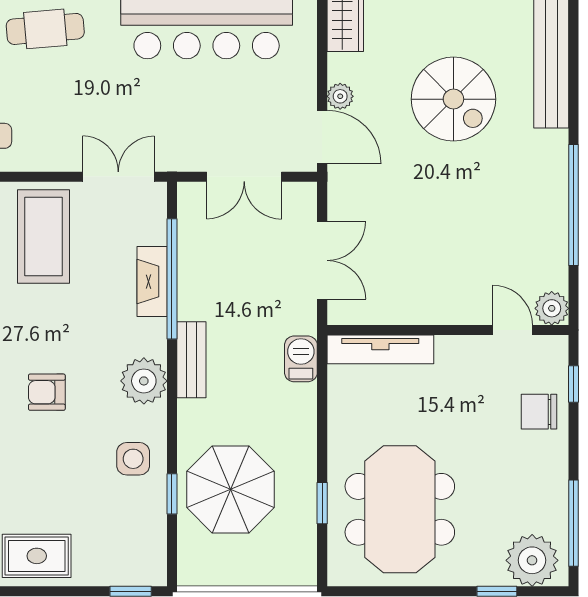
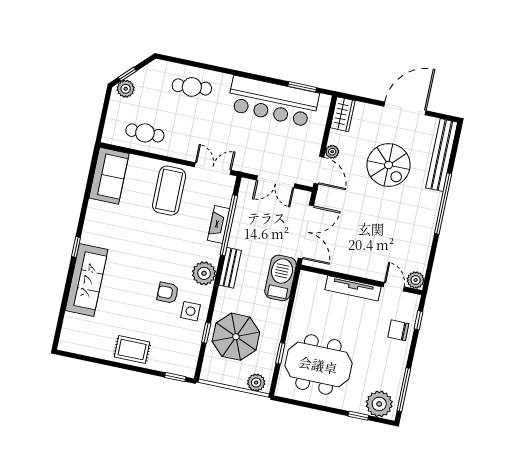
window: (574, 205) -> (443, 204), moved
double door: (322, 260) -> (306, 232), width x1.37
tv unit: (380, 349) -> (353, 288), moved
barbecue: (301, 359) -> (281, 278), width x1.88, depth x1.53
armchair: (47, 392) -> (168, 293), moved
meeting table: (400, 509) -> (318, 365), turned 90
plant: (288, 569) -> (256, 383), added

